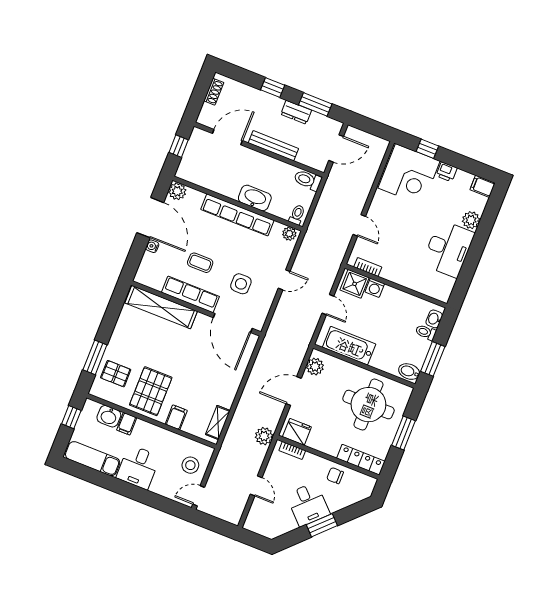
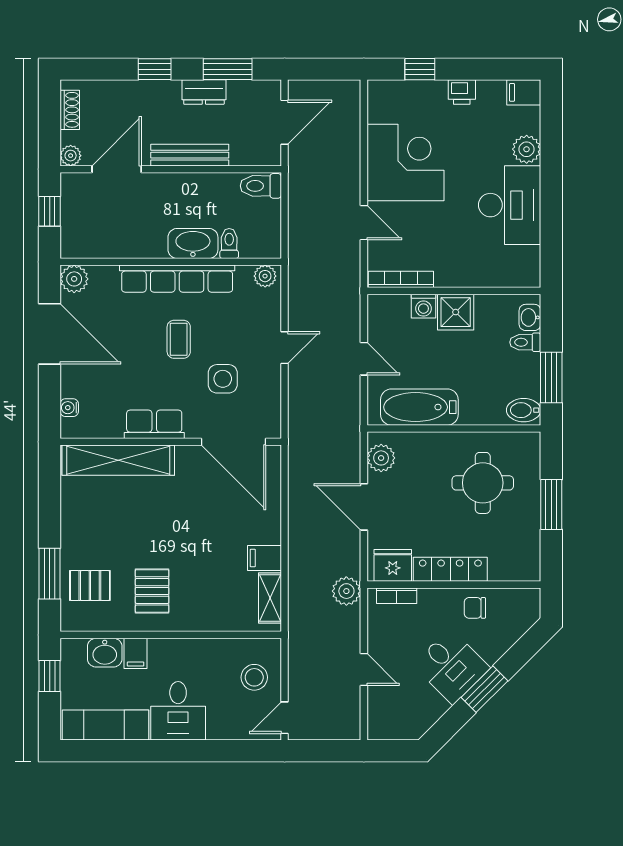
plant: (204, 119) -> (71, 156), added
corner desk: (409, 175) -> (405, 162), moved, turned -90
toilet: (297, 215) -> (229, 243), moved
water cooler: (152, 246) -> (69, 408), moved
coffee table: (200, 263) -> (179, 339), moved, turned 90
bookcase: (368, 267) -> (401, 279), width x1.56
shower: (355, 284) -> (456, 312), moved
row of seats: (190, 294) -> (154, 424), width x0.68
pallet: (151, 391) -> (152, 591), width x0.67, depth x0.71
door: (294, 391) -> (364, 507), hinge flipped
round table: (368, 405) -> (483, 483), width x0.73, depth x0.73
filing cabinet: (176, 417) -> (265, 558), moved, turned -90
locker: (361, 460) -> (450, 569), moved

